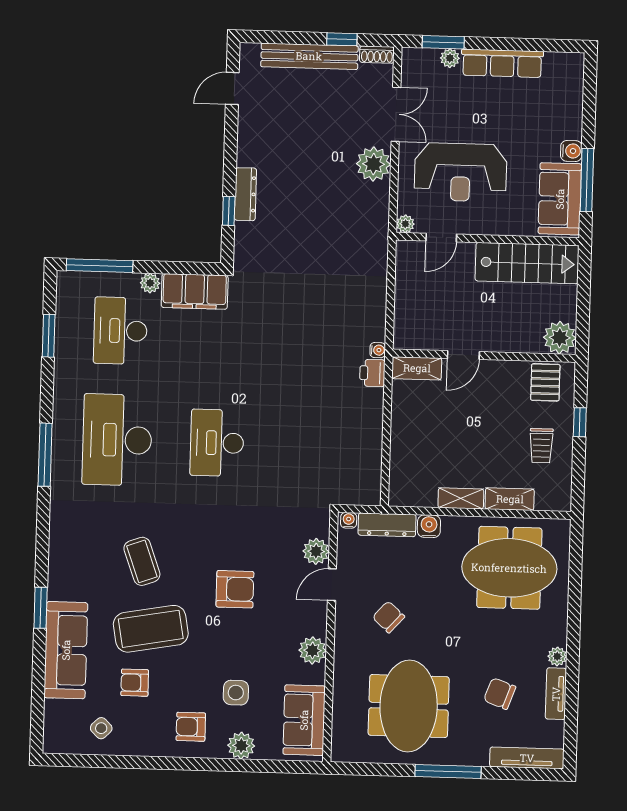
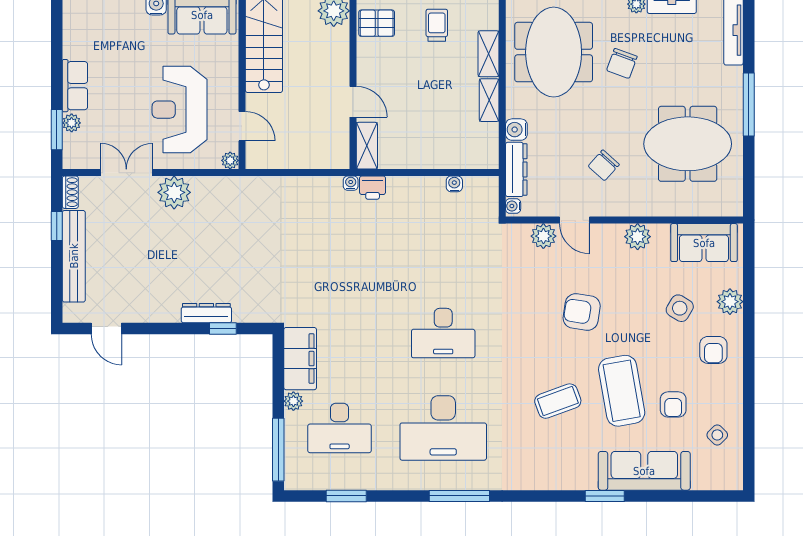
row of seats: (502, 63) -> (75, 86), width x0.68
reception desk: (461, 172) -> (180, 110), turned 180
trolley: (541, 446) -> (437, 25), turned -90
water cooler: (374, 459) -> (454, 184), added
armchair: (235, 589) -> (582, 312), turned -81
side table: (236, 693) -> (680, 308), turned 31
chair: (500, 694) -> (622, 63), moved

